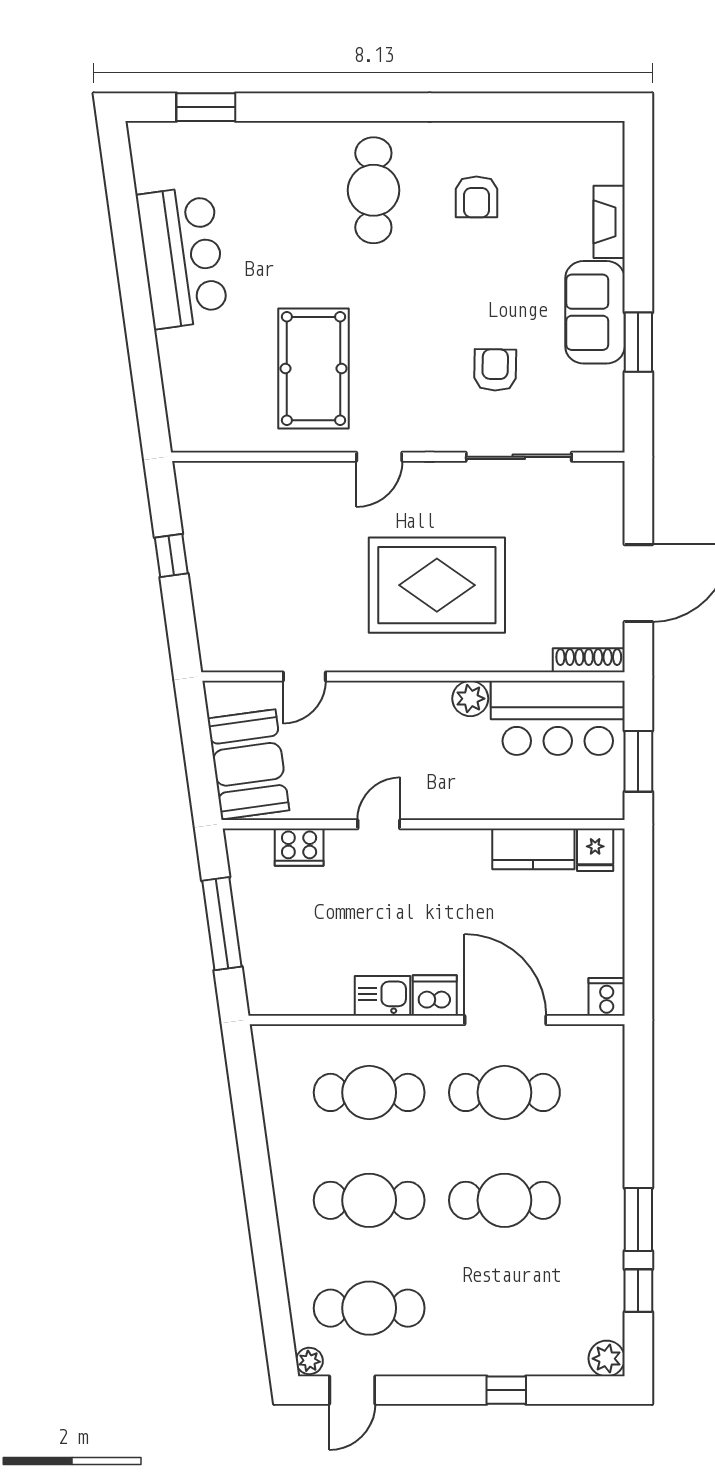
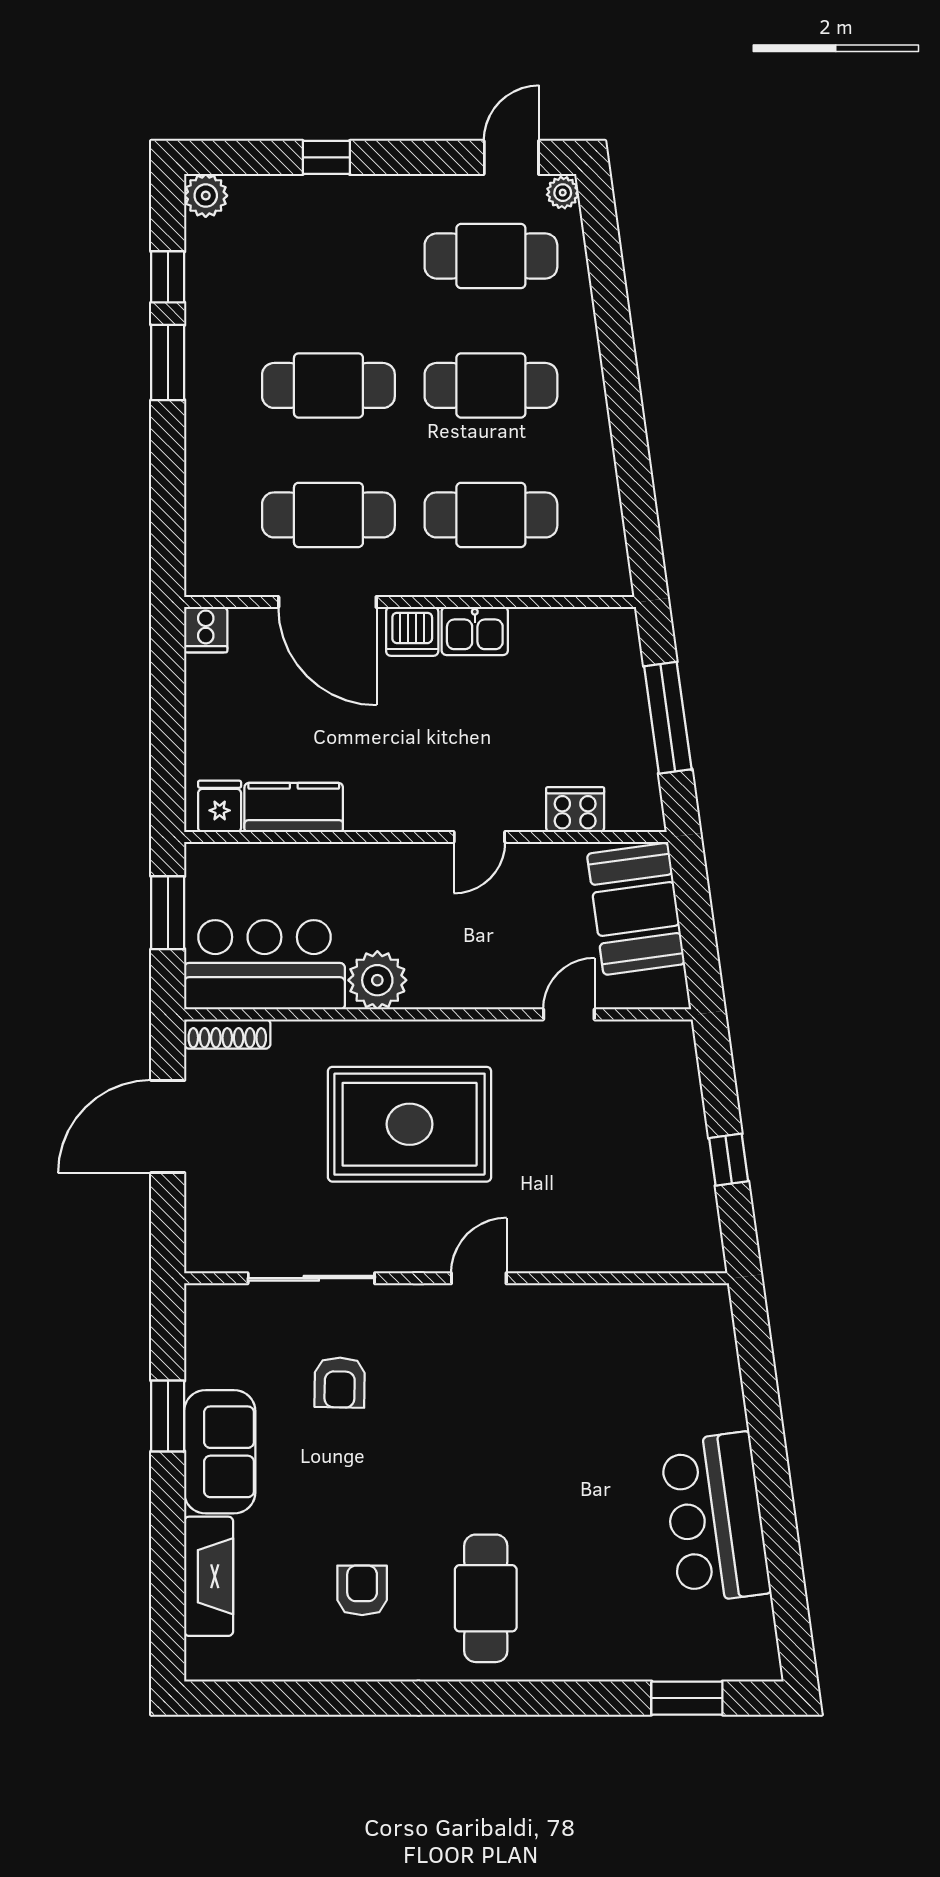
fireplace: (609, 222) -> (209, 1576), width x1.37, depth x1.32
pool table: (314, 369) -> (558, 1384), removed
plant: (470, 699) -> (377, 980), width x1.36, depth x1.36

